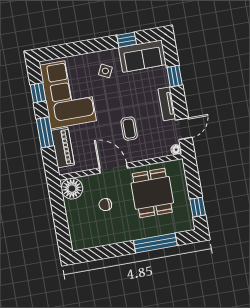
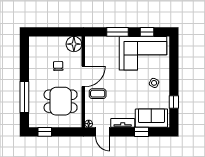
sofa: (142, 56) -> (151, 118), moved, turned 90
coffee table: (129, 129) -> (98, 94), moved
piano: (63, 148) -> (104, 43), removed

